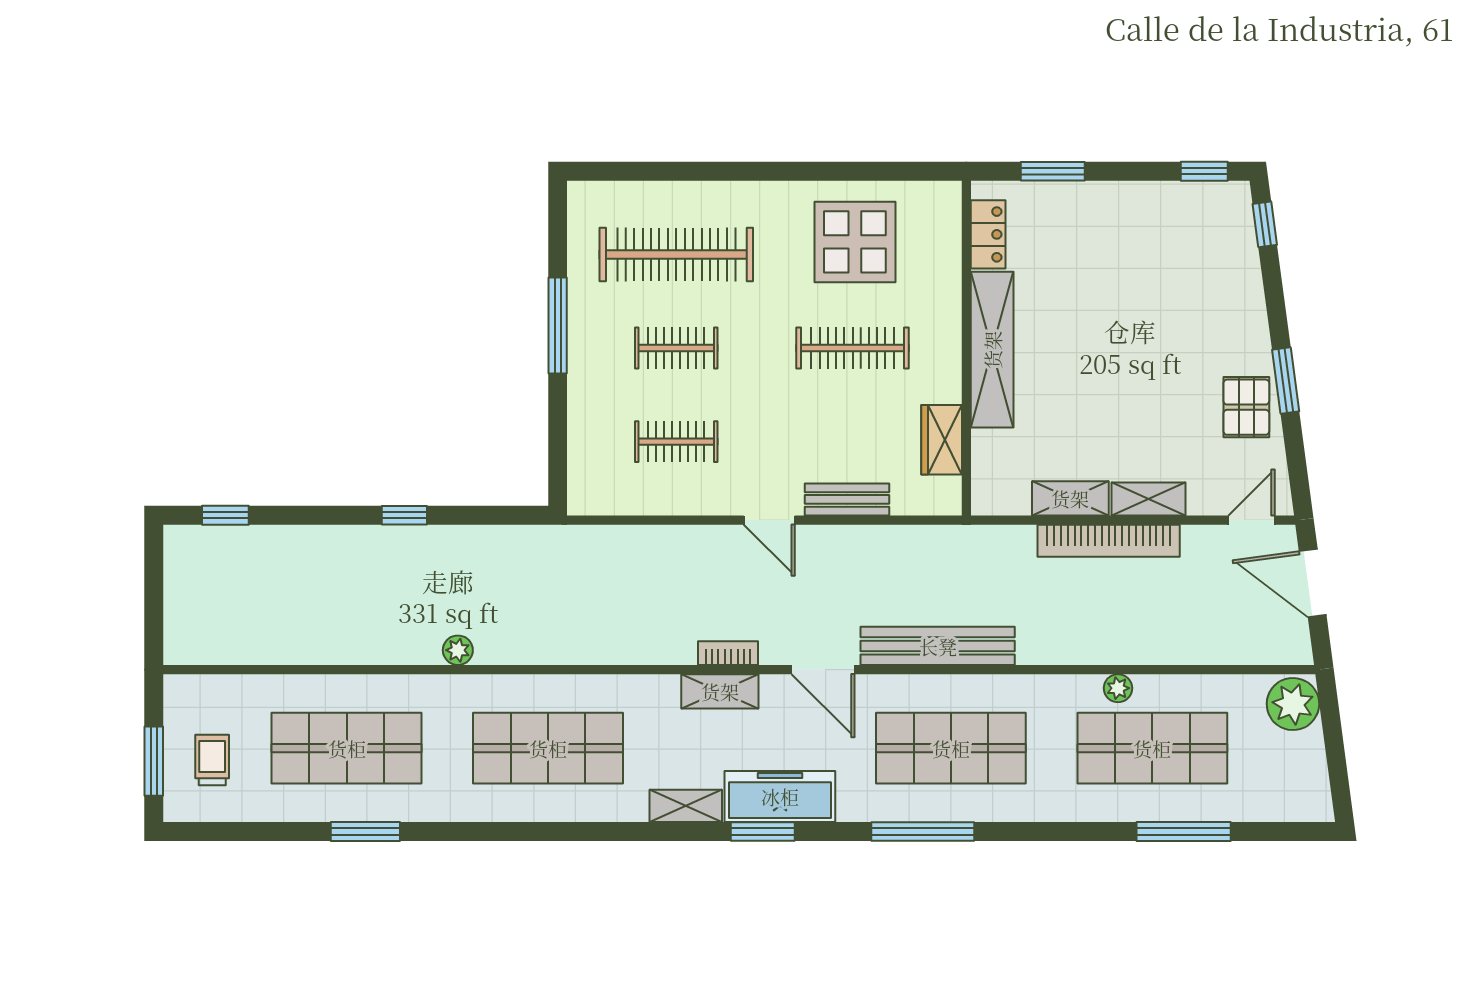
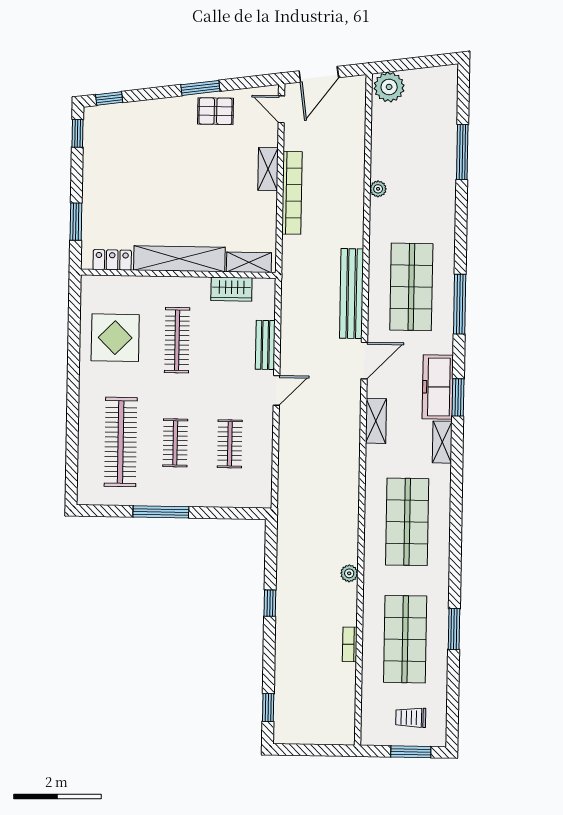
shelving: (1070, 498) -> (249, 262), moved, turned 90
bookcase: (728, 653) -> (350, 644), moved
shop shelf: (1152, 748) -> (413, 169), removed

